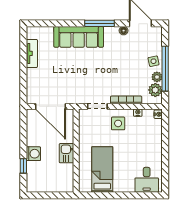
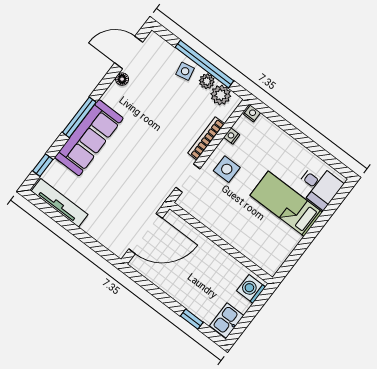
window: (45, 23) -> (43, 165), added
window: (99, 23) -> (79, 117), moved
tv unit: (32, 53) -> (60, 203), width x1.41
kitchen sink: (67, 153) -> (227, 321), moved, turned 90
washing machine: (33, 154) -> (251, 289), moved, turned -90
bed: (102, 169) -> (286, 204), moved

